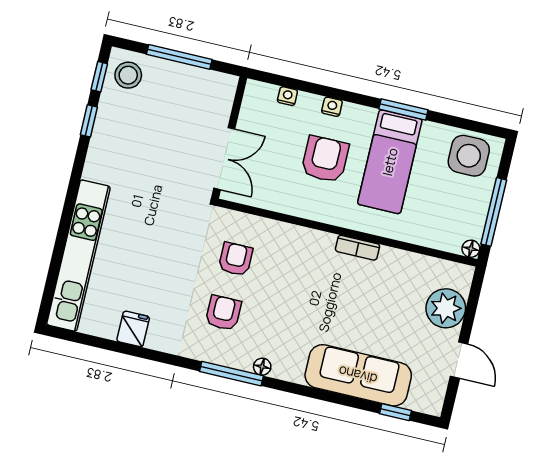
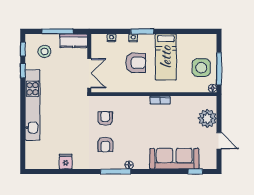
stool: (128, 75) -> (44, 51), moved
kitchen counter: (208, 84) -> (74, 41), added
window: (403, 109) -> (142, 31), moved
side table: (469, 156) -> (201, 68), moved
armchair: (325, 159) -> (136, 63), turned 90
kitchen unit: (78, 256) -> (33, 105), moved
armchair: (223, 313) -> (105, 145), turned 180

